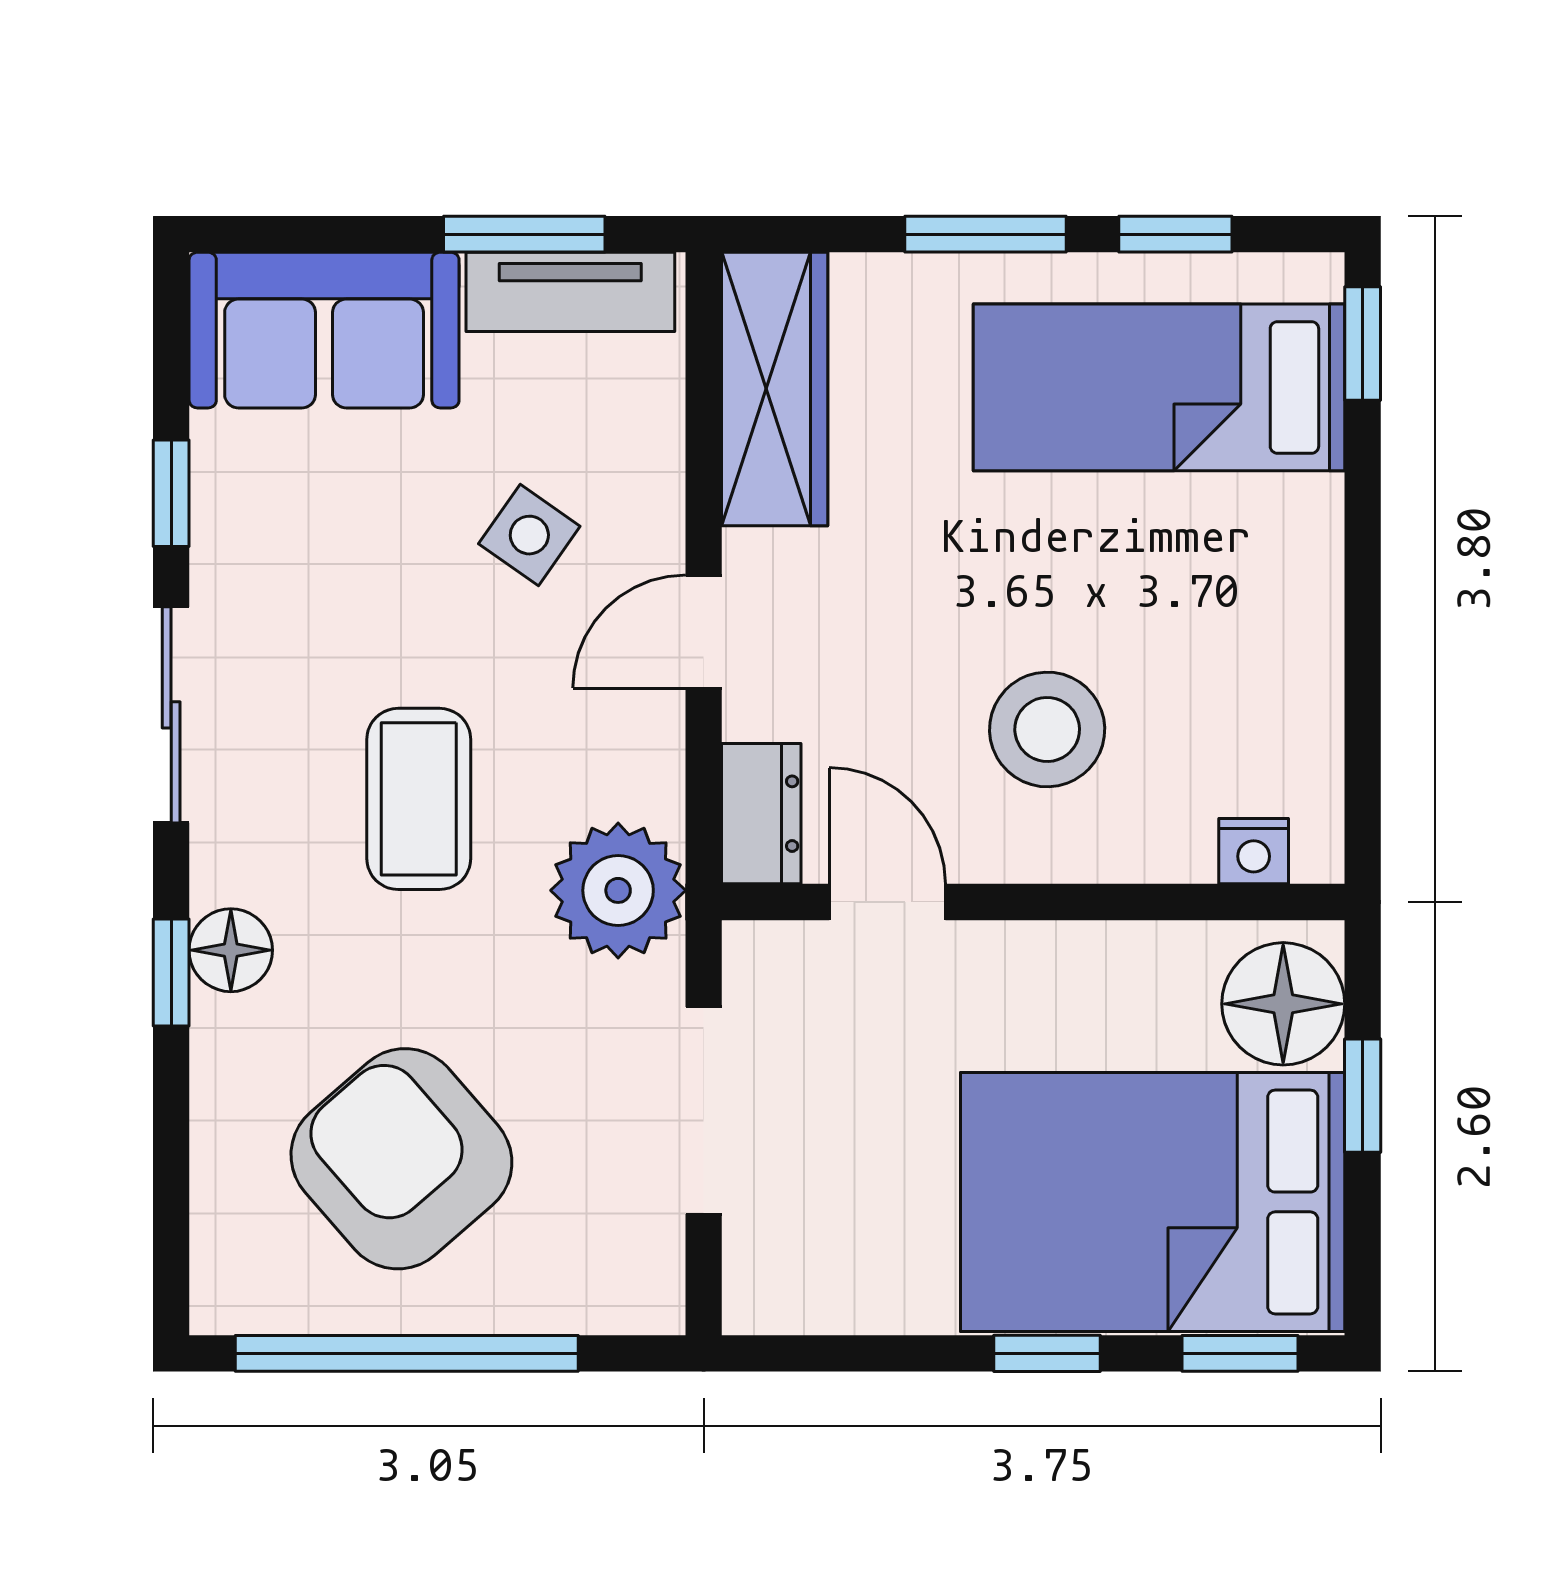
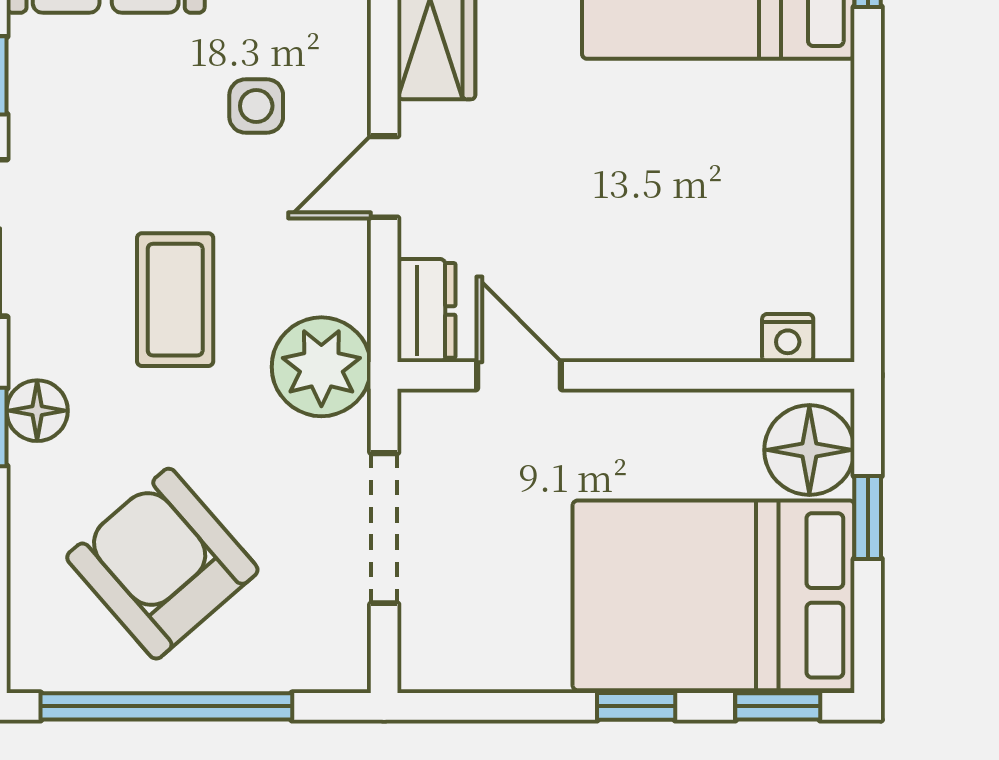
side table: (529, 535) -> (256, 106), turned -35
stool: (1047, 729) -> (636, 249), removed

